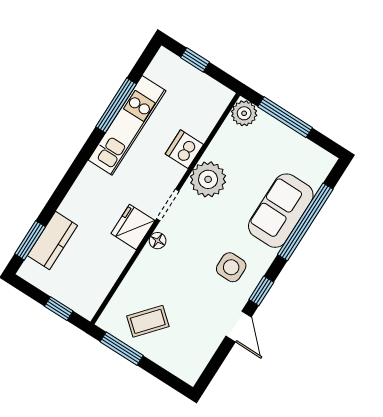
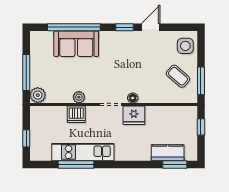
plant: (208, 179) -> (79, 97), width x0.53, depth x0.53
side table: (231, 267) -> (185, 46), moved

